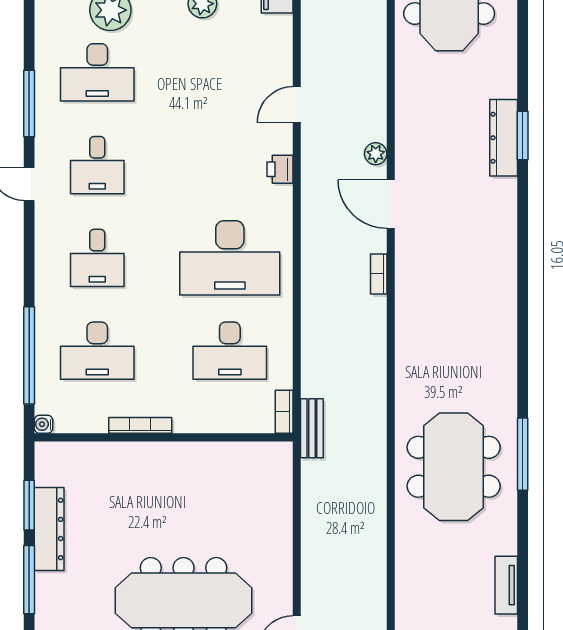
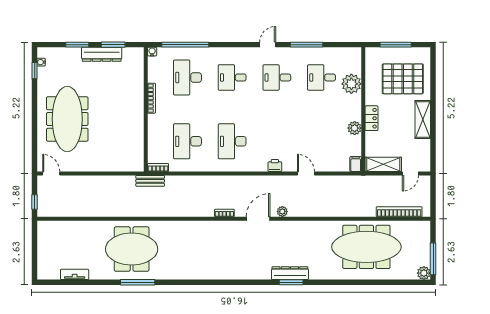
desk: (97, 72) -> (322, 77), width x0.73
desk: (230, 258) -> (232, 141), width x0.73, depth x0.77
window: (29, 580) -> (77, 45), width x0.69

